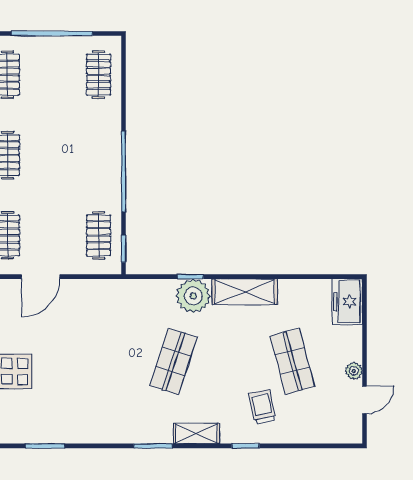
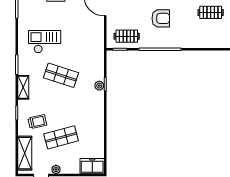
clothes rail: (99, 75) -> (211, 12), moved
armchair: (64, 170) -> (161, 18), added
shelving: (245, 292) -> (25, 153), moved
plant: (193, 296) -> (99, 86), width x0.53, depth x0.53
checkout: (109, 393) -> (45, 42), added

